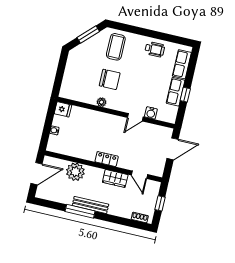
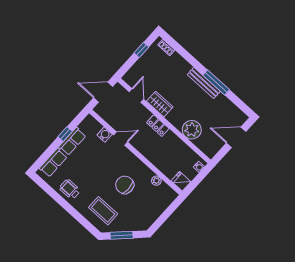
coffee table: (116, 47) -> (103, 211), turned 90
plant: (102, 102) -> (156, 181), moved
locker: (107, 159) -> (158, 126), moved
wall: (103, 166) -> (164, 121), moved
plant: (75, 172) -> (192, 130), moved
door: (139, 175) -> (136, 95), moved
wardrobe: (115, 178) -> (160, 104), moved

